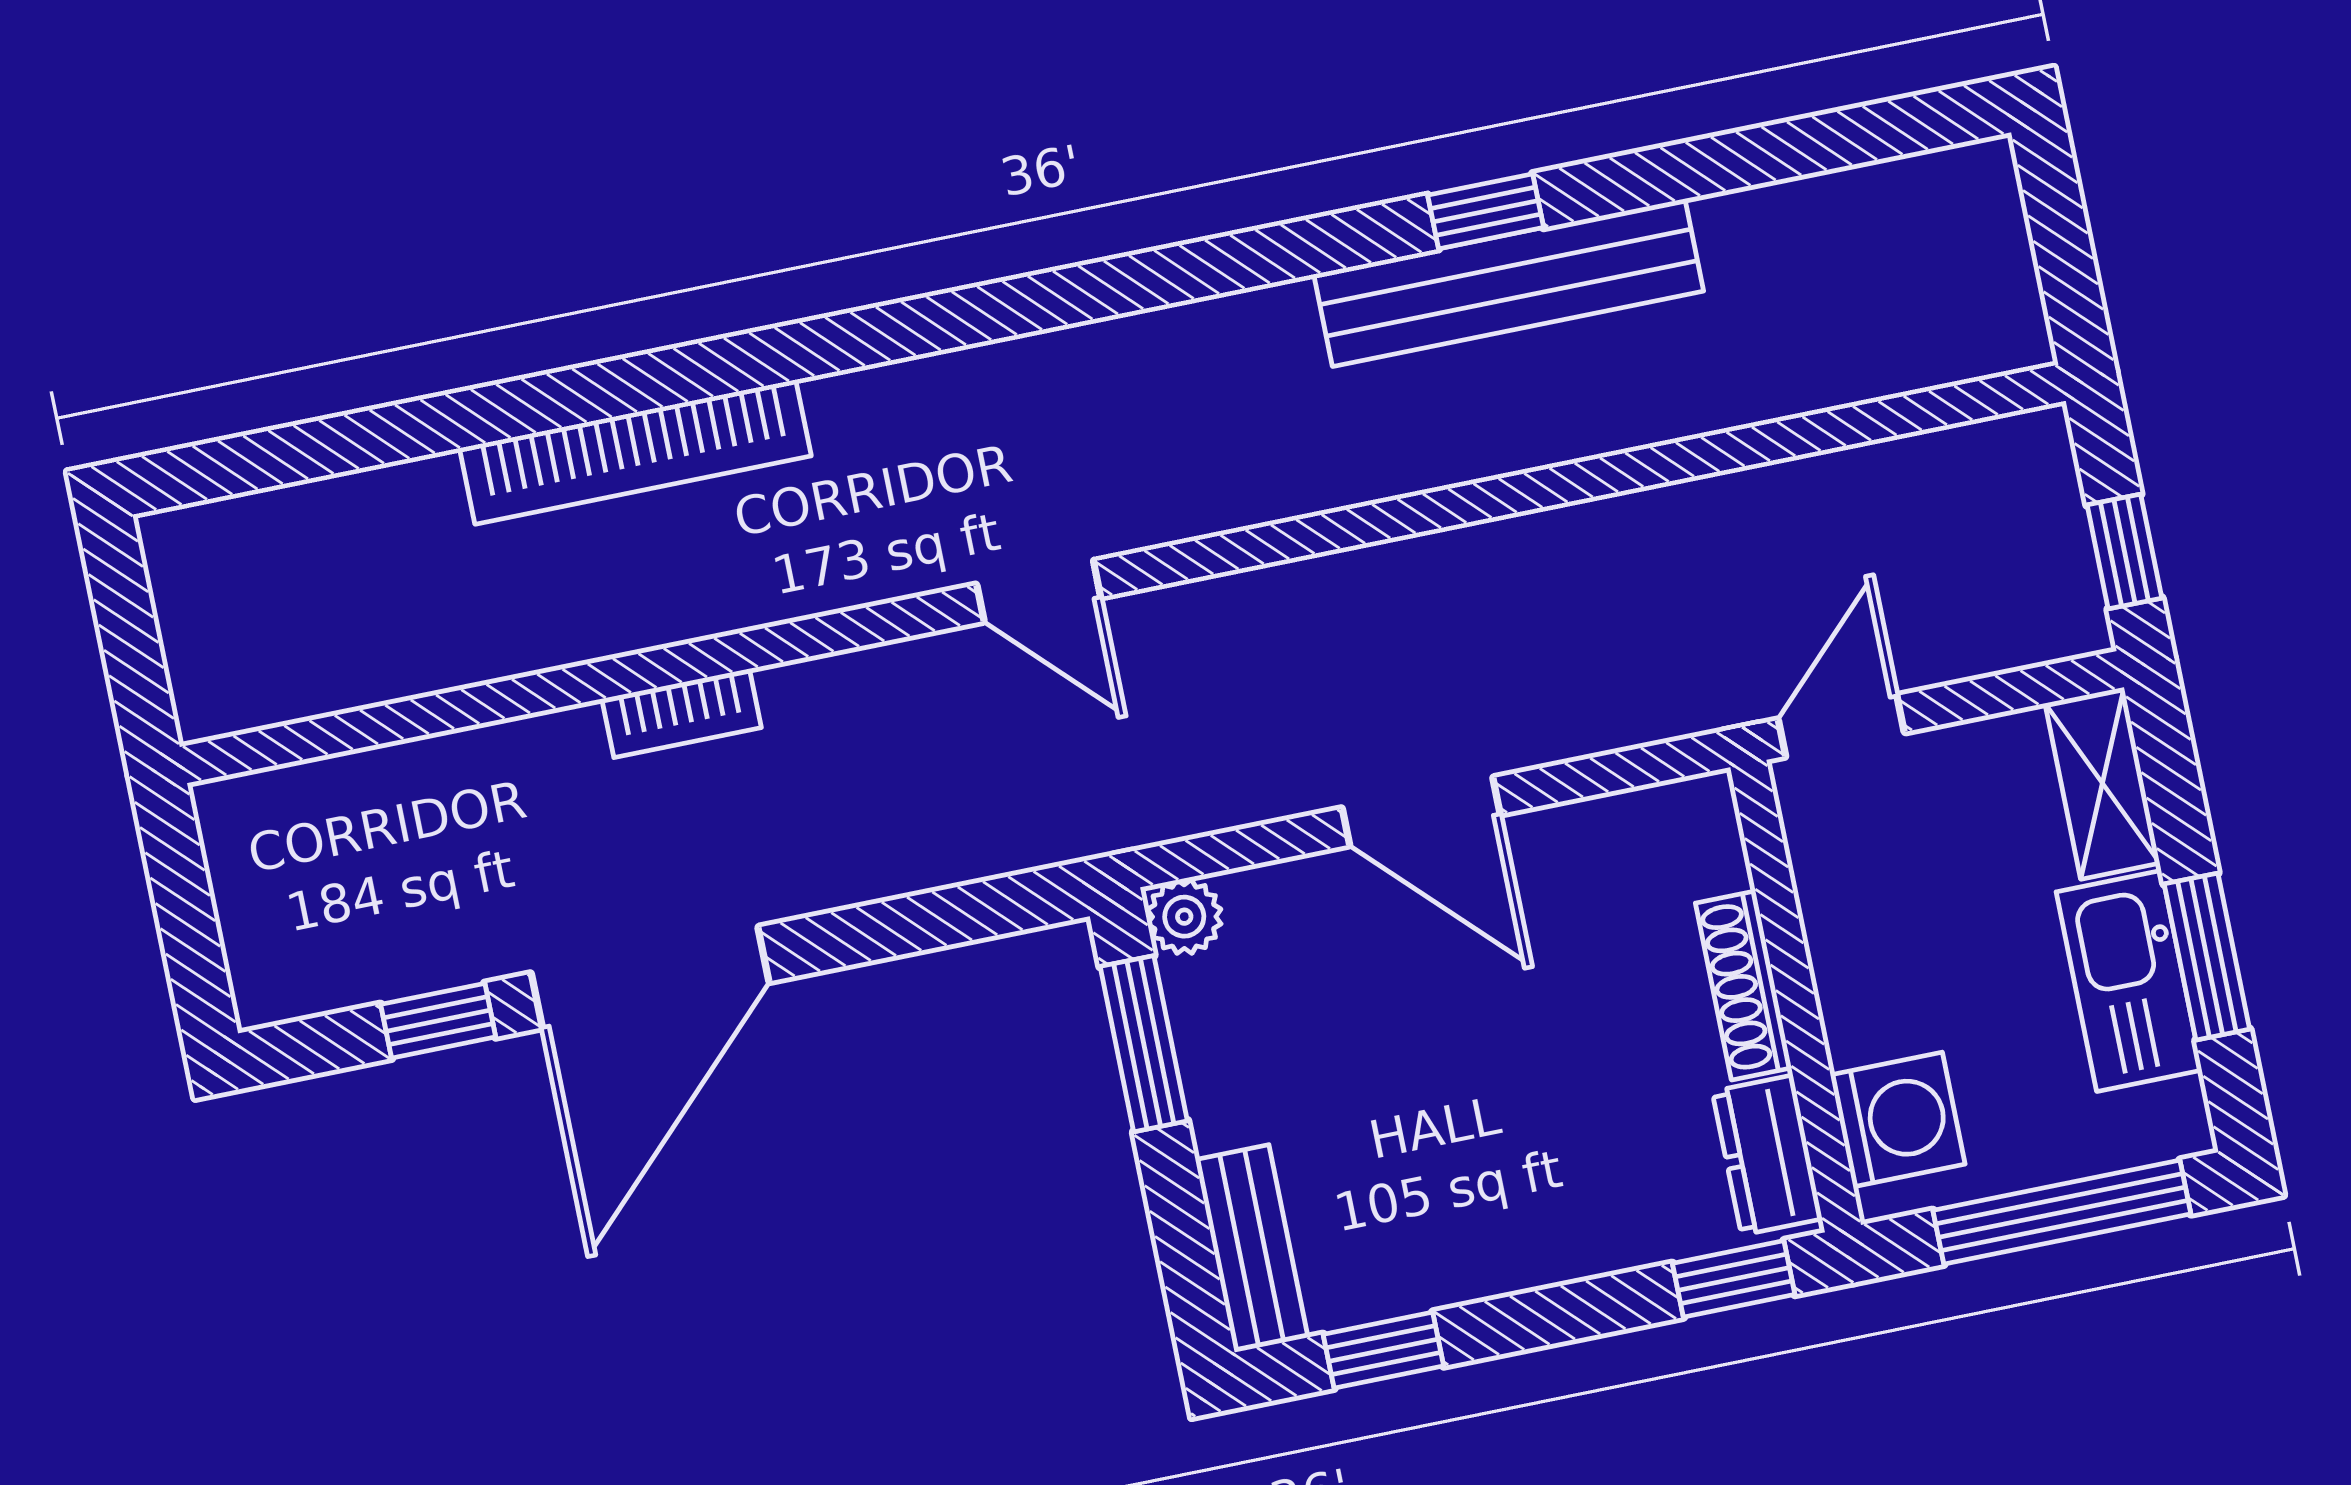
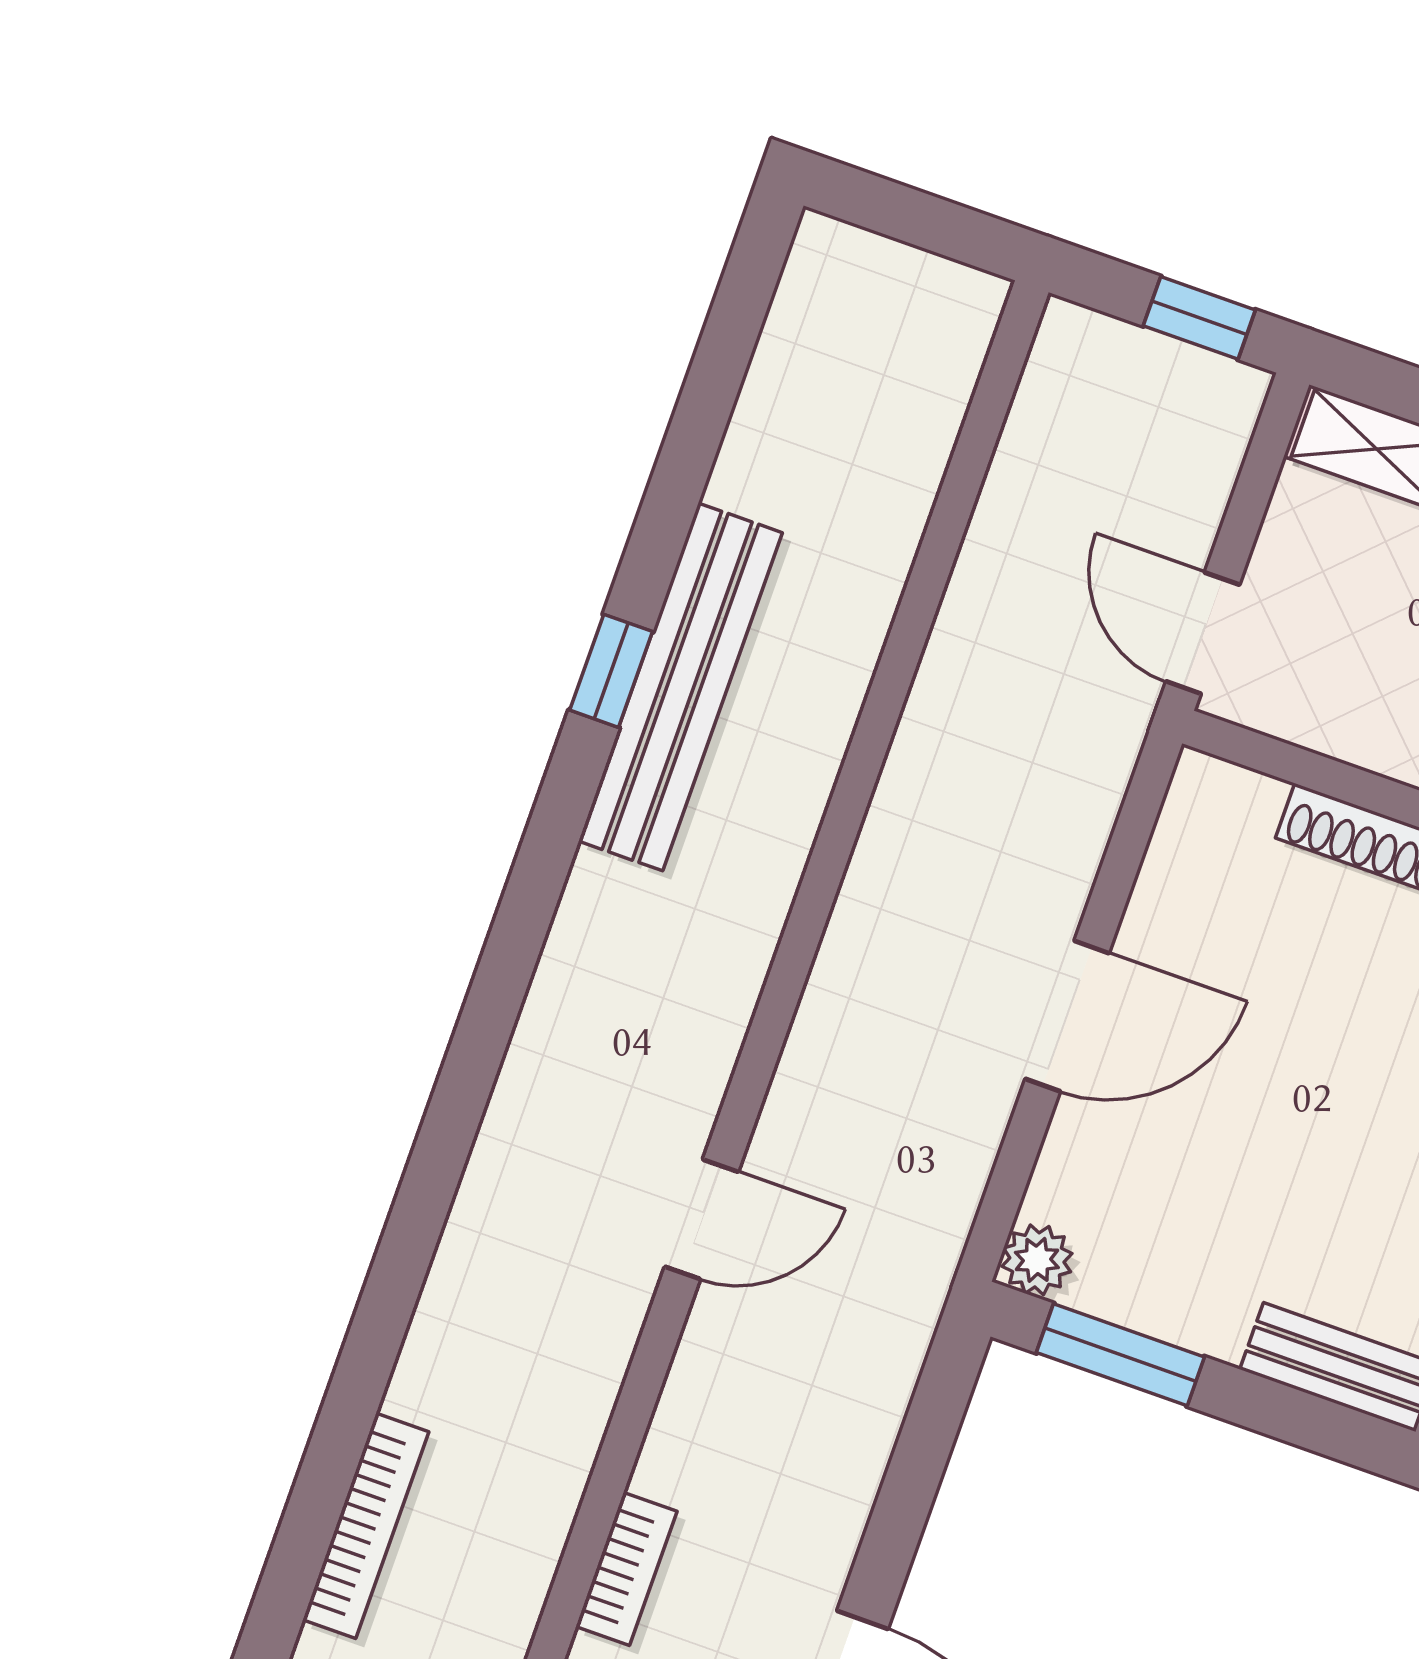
bookcase: (635, 452) -> (366, 1526), width x0.68, depth x0.76

